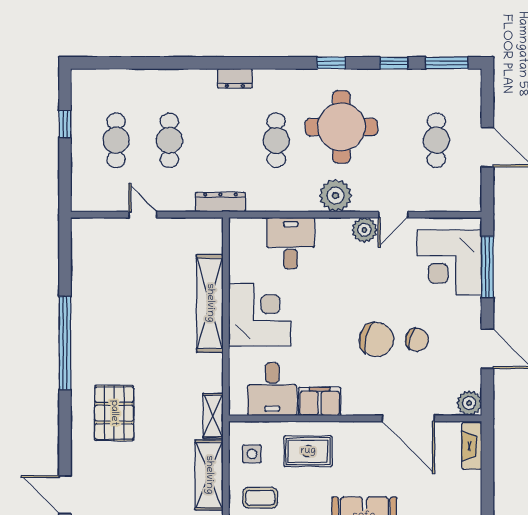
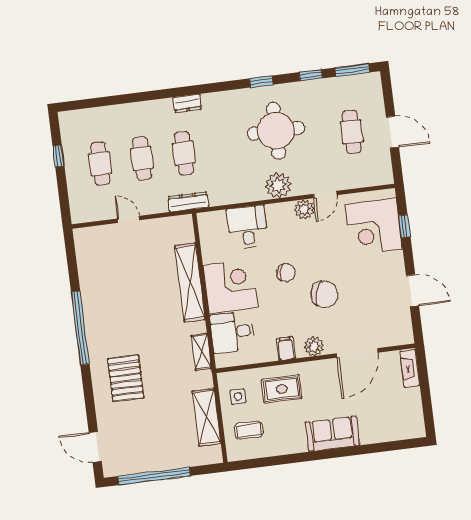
cafe table: (276, 140) -> (184, 153), moved
window: (487, 267) -> (404, 226), width x0.46
chair: (417, 340) -> (286, 273), moved
desk: (272, 389) -> (232, 332), moved, turned 90
filing cabinet: (320, 401) -> (286, 349), width x0.50
plant: (469, 403) -> (314, 346), moved
shelving: (213, 416) -> (201, 352), moved
door: (408, 418) -> (357, 353), hinge flipped

